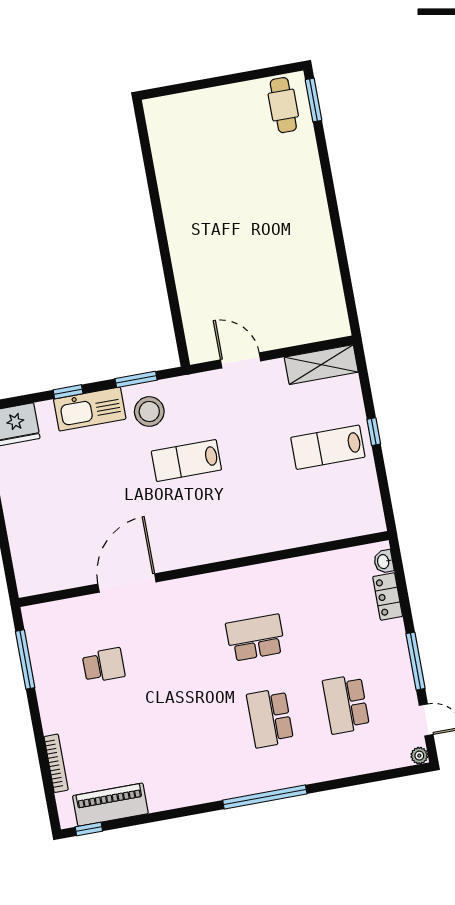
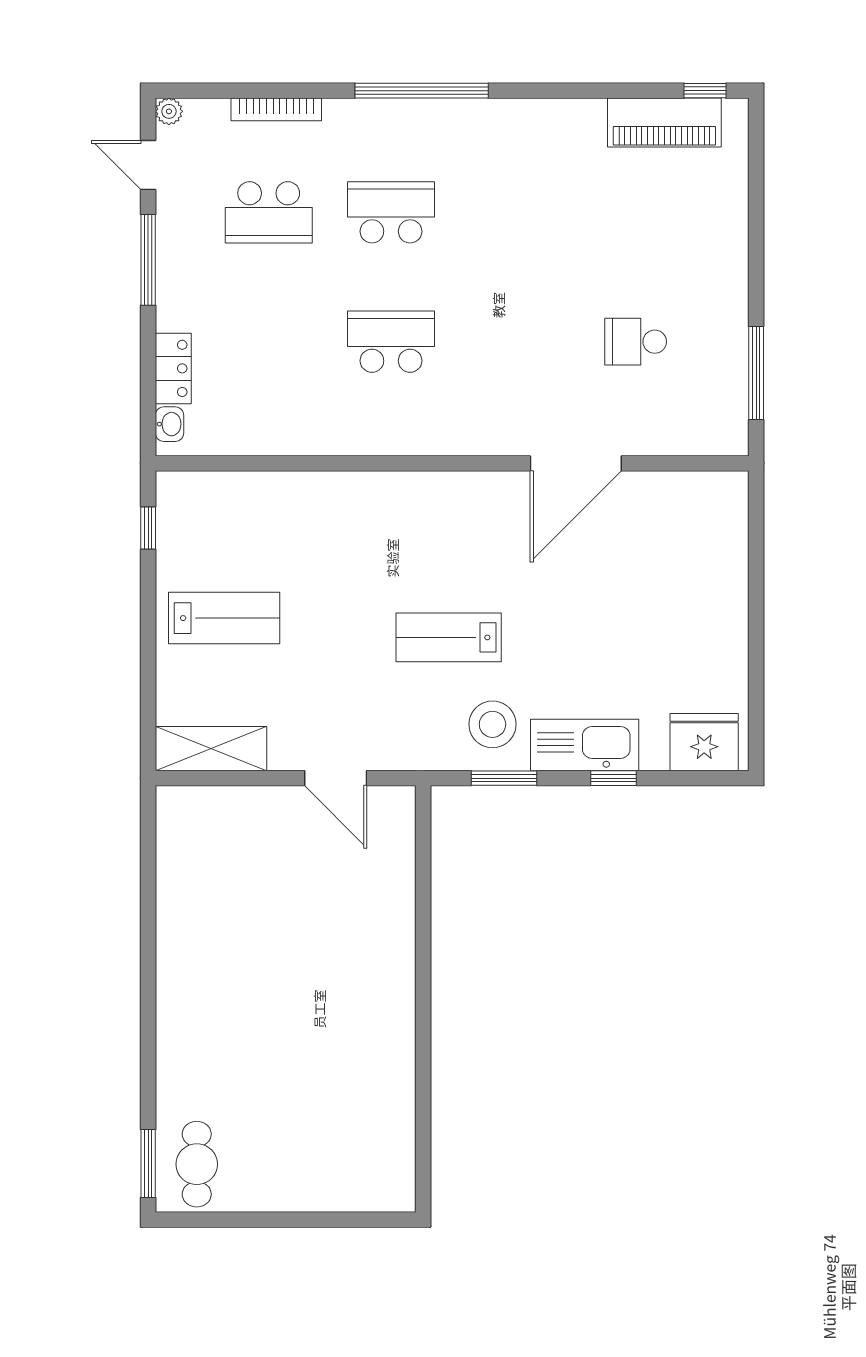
window: (374, 432) -> (148, 528), moved
lab bench: (186, 461) -> (449, 637), turned 180
school desk: (255, 638) -> (391, 342), turned 180
school desk: (346, 704) -> (269, 212), turned 90
school desk: (270, 718) -> (391, 212), turned -90
bookcase: (56, 763) -> (276, 109), moved, turned -90

